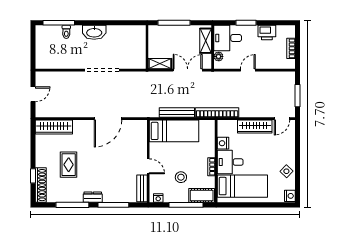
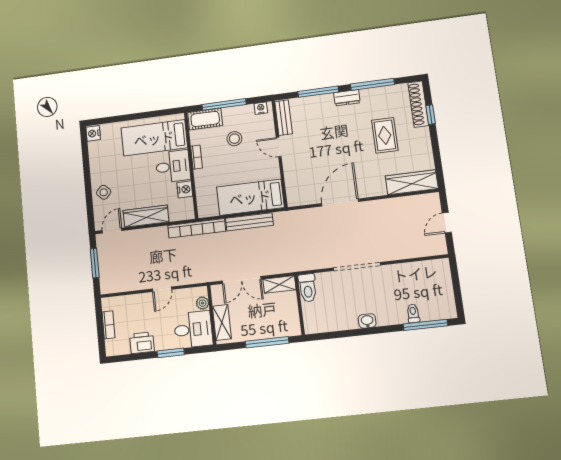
washbasin: (94, 32) -> (367, 321), width x0.52, depth x0.69
toilet: (140, 59) -> (308, 288), added
side table: (286, 171) -> (104, 192), moved

